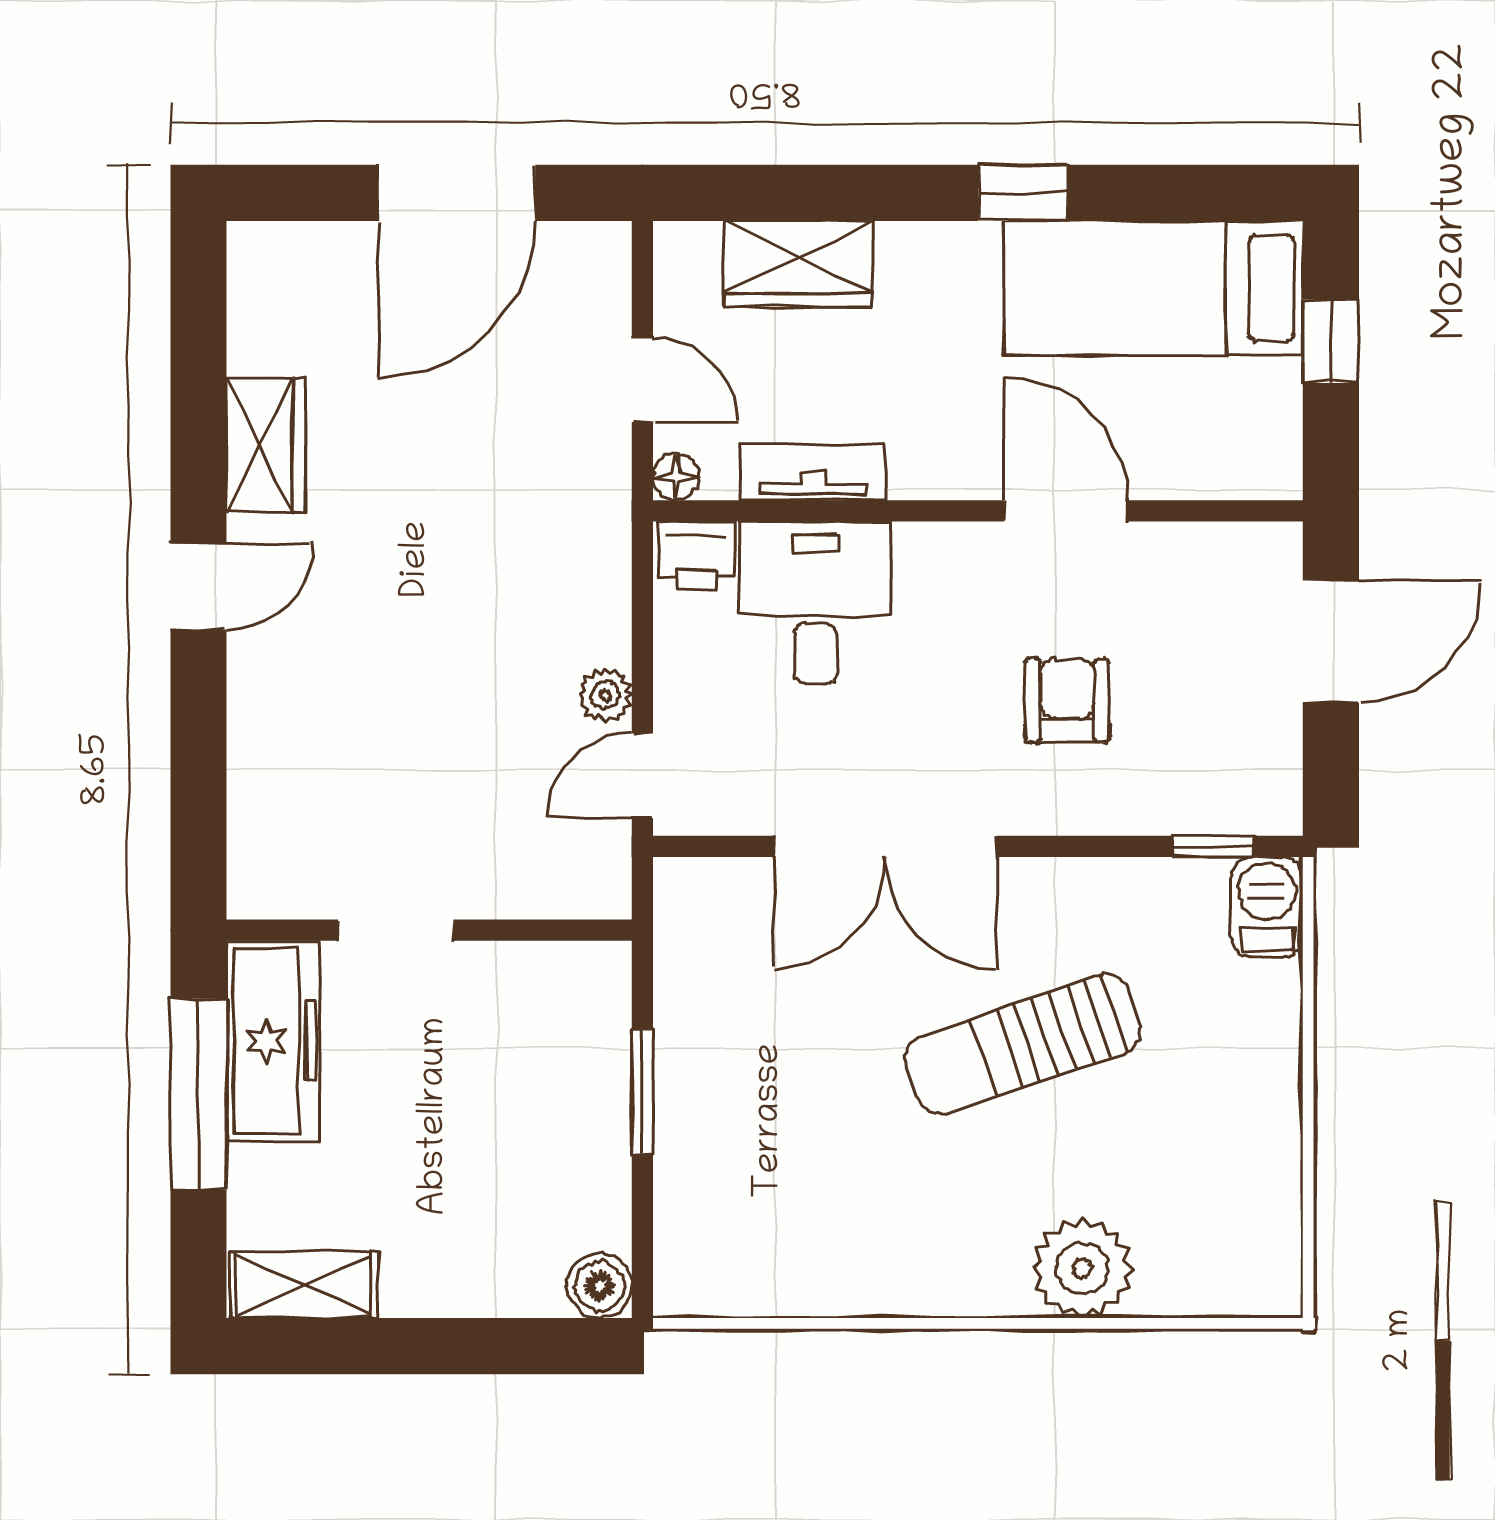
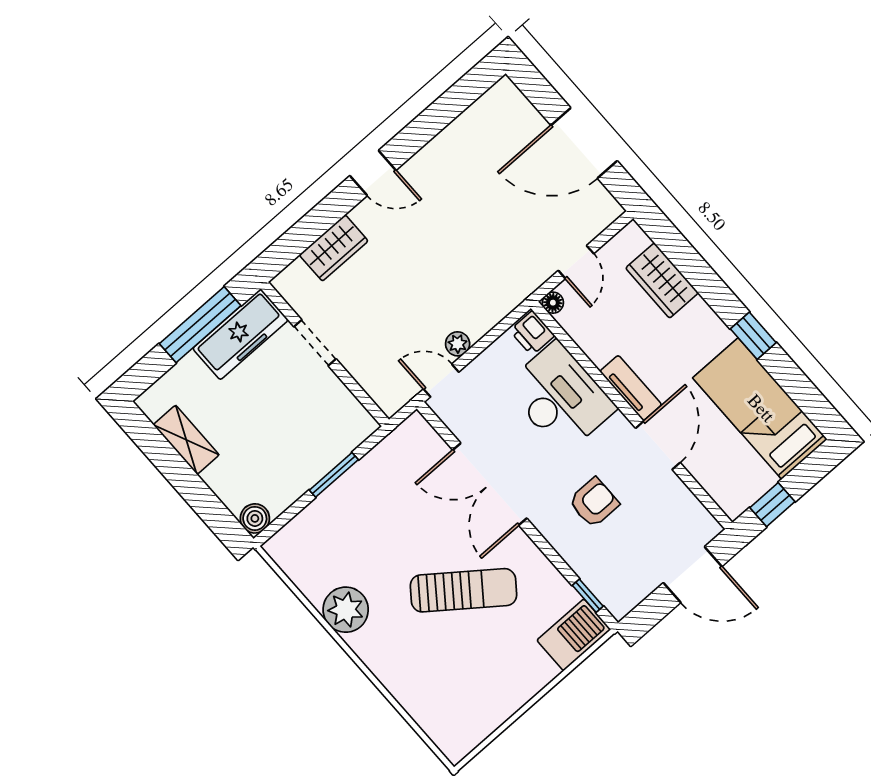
window: (1331, 341) -> (772, 505), moved
wardrobe: (266, 445) -> (334, 248), moved
tv unit: (813, 472) -> (631, 388), moved
desk: (815, 603) -> (560, 397), width x1.37
barbecue: (1267, 907) -> (574, 635), width x1.38, depth x1.27
sun lounger: (1023, 1045) -> (463, 590), turned 146
plant: (1083, 1268) -> (346, 610), moved
shelving: (304, 1285) -> (186, 440), moved

